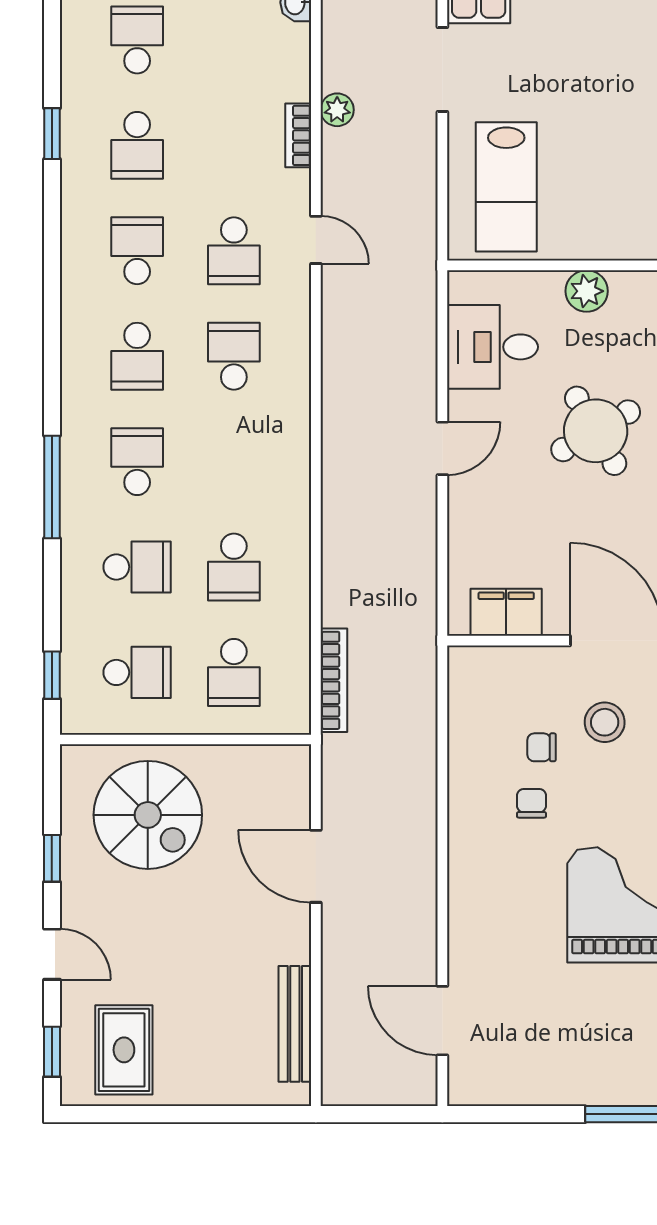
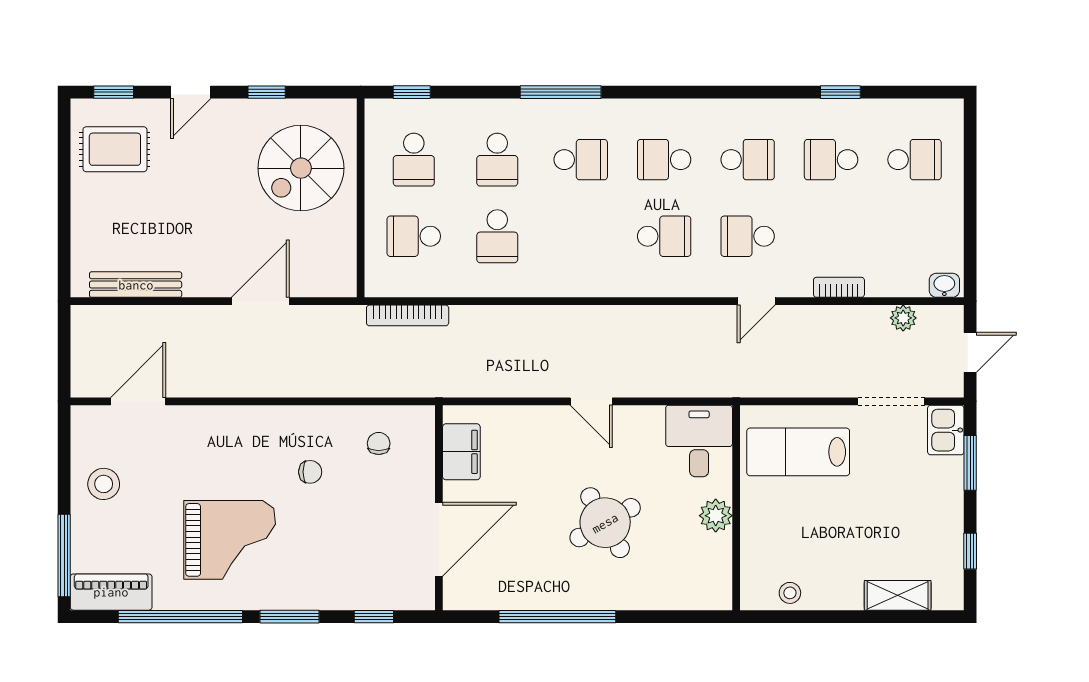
plant: (337, 110) -> (903, 318), moved
desk: (492, 347) -> (699, 441), moved
school desk: (234, 567) -> (497, 236), turned -90
stool: (605, 722) -> (104, 484), moved
chair: (542, 747) -> (379, 443), moved

